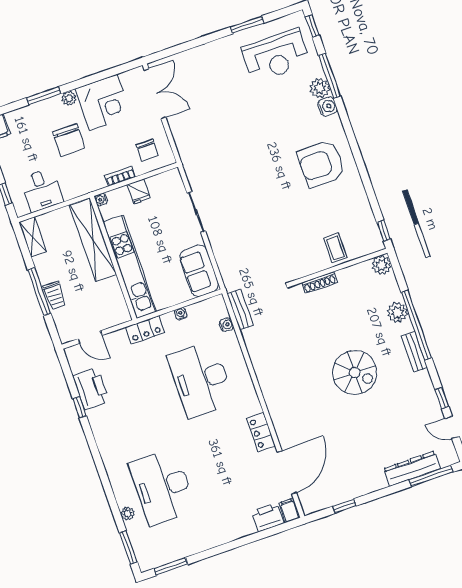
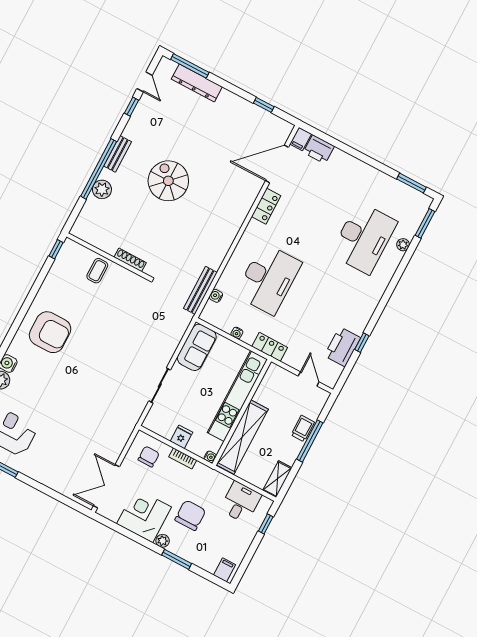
plant: (381, 265) -> (80, 229), removed
bench: (240, 310) -> (200, 290), width x1.36

